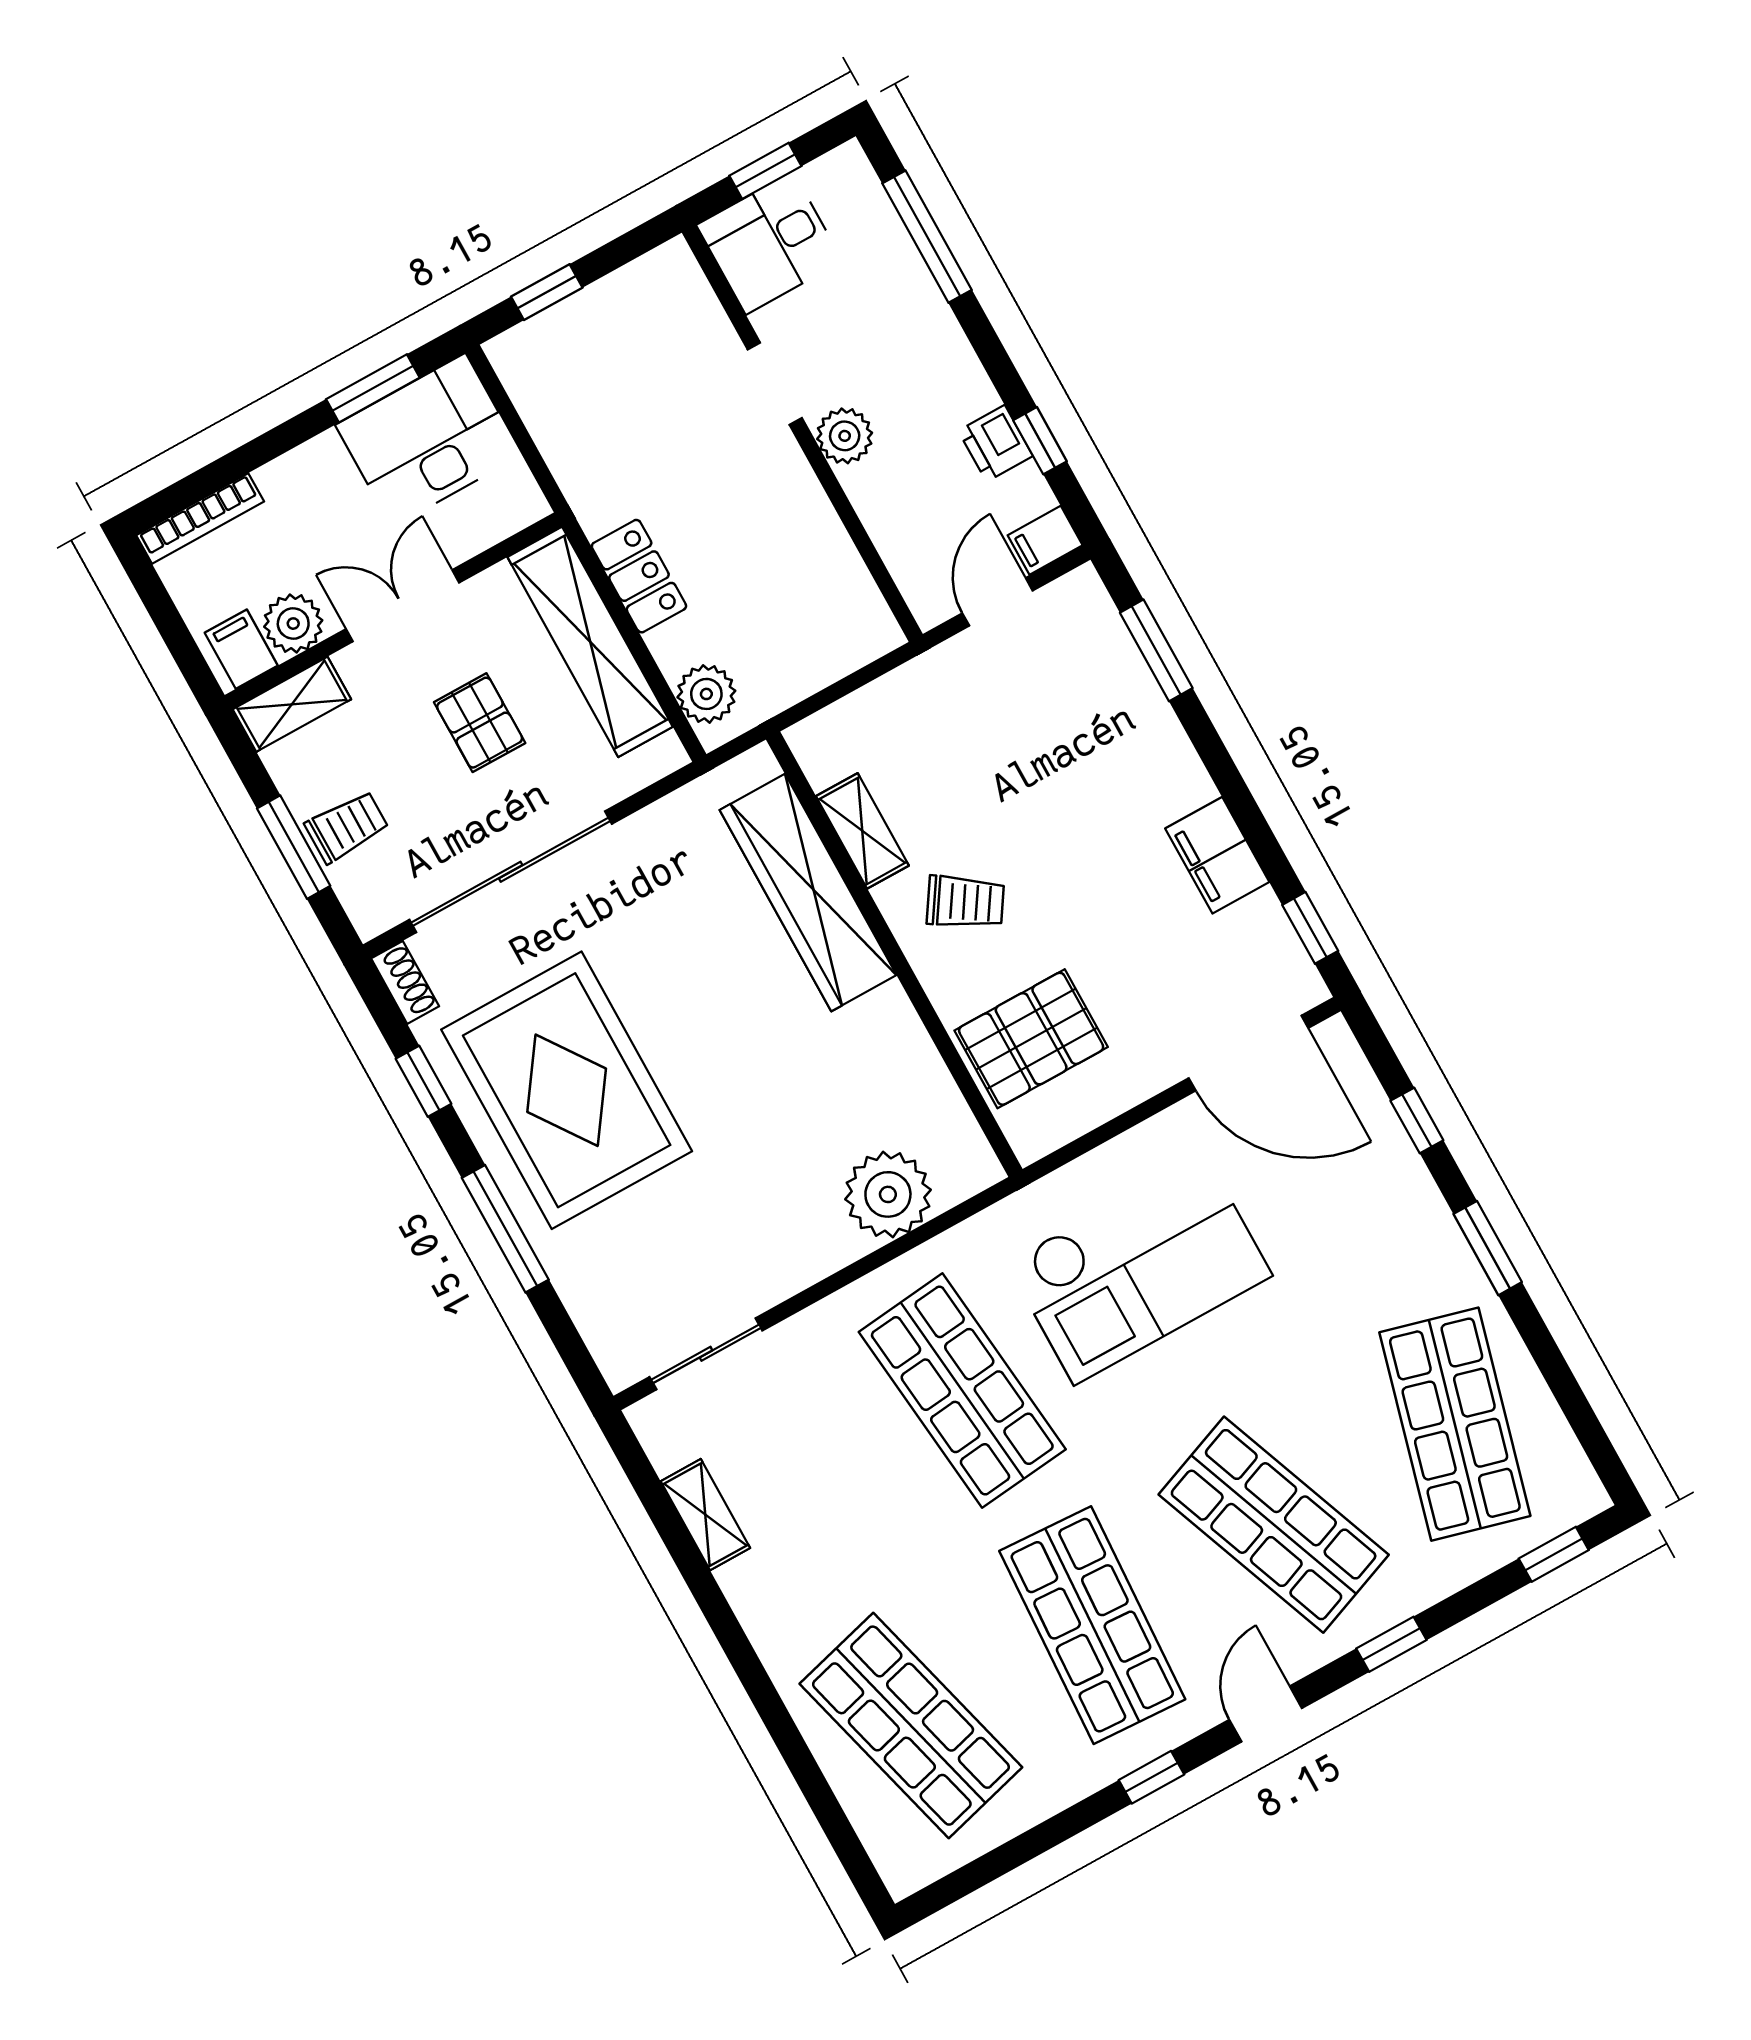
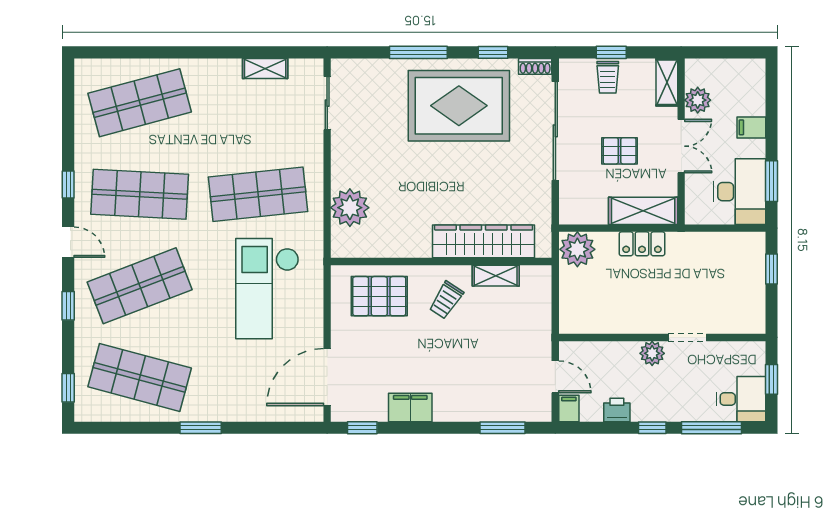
desk: (770, 243) -> (741, 399), moved, turned 90
window: (1040, 441) -> (652, 428), moved
bookcase: (200, 518) -> (758, 87), removed
shelving: (590, 642) -> (643, 211), width x0.68
filing cabinet: (241, 649) -> (751, 127), moved, turned 180
plant: (706, 694) -> (577, 249), width x1.36, depth x1.36
window: (294, 847) -> (611, 52), width x0.67
pallet: (1031, 1039) -> (379, 296), turned 90
window: (1417, 1120) -> (265, 428), removed

